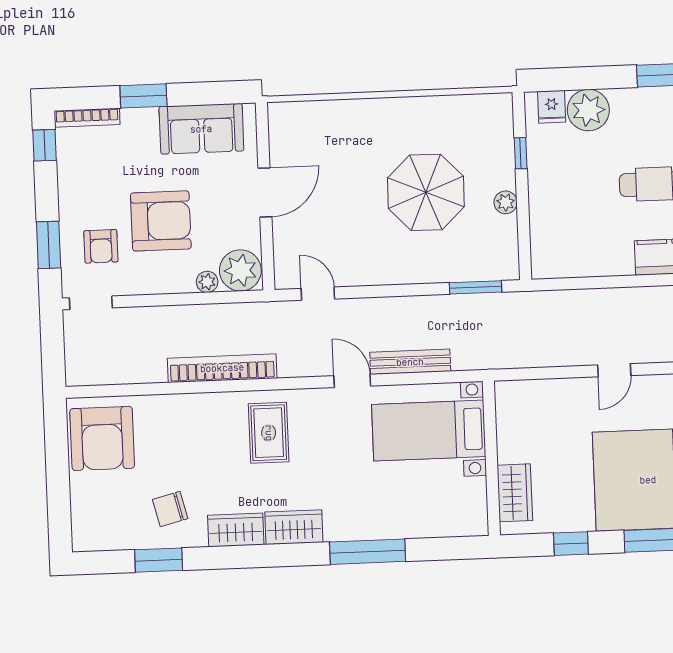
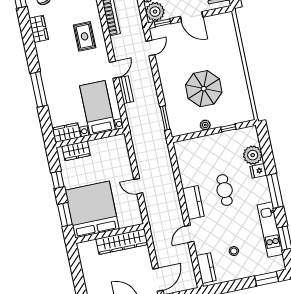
fridge: (552, 107) -> (258, 171), moved
window: (268, 258) -> (162, 23), added
bench: (410, 362) -> (126, 90), width x0.73
rug: (269, 433) -> (85, 36), turned 90
wardrobe: (294, 527) -> (67, 132), moved, turned -90

